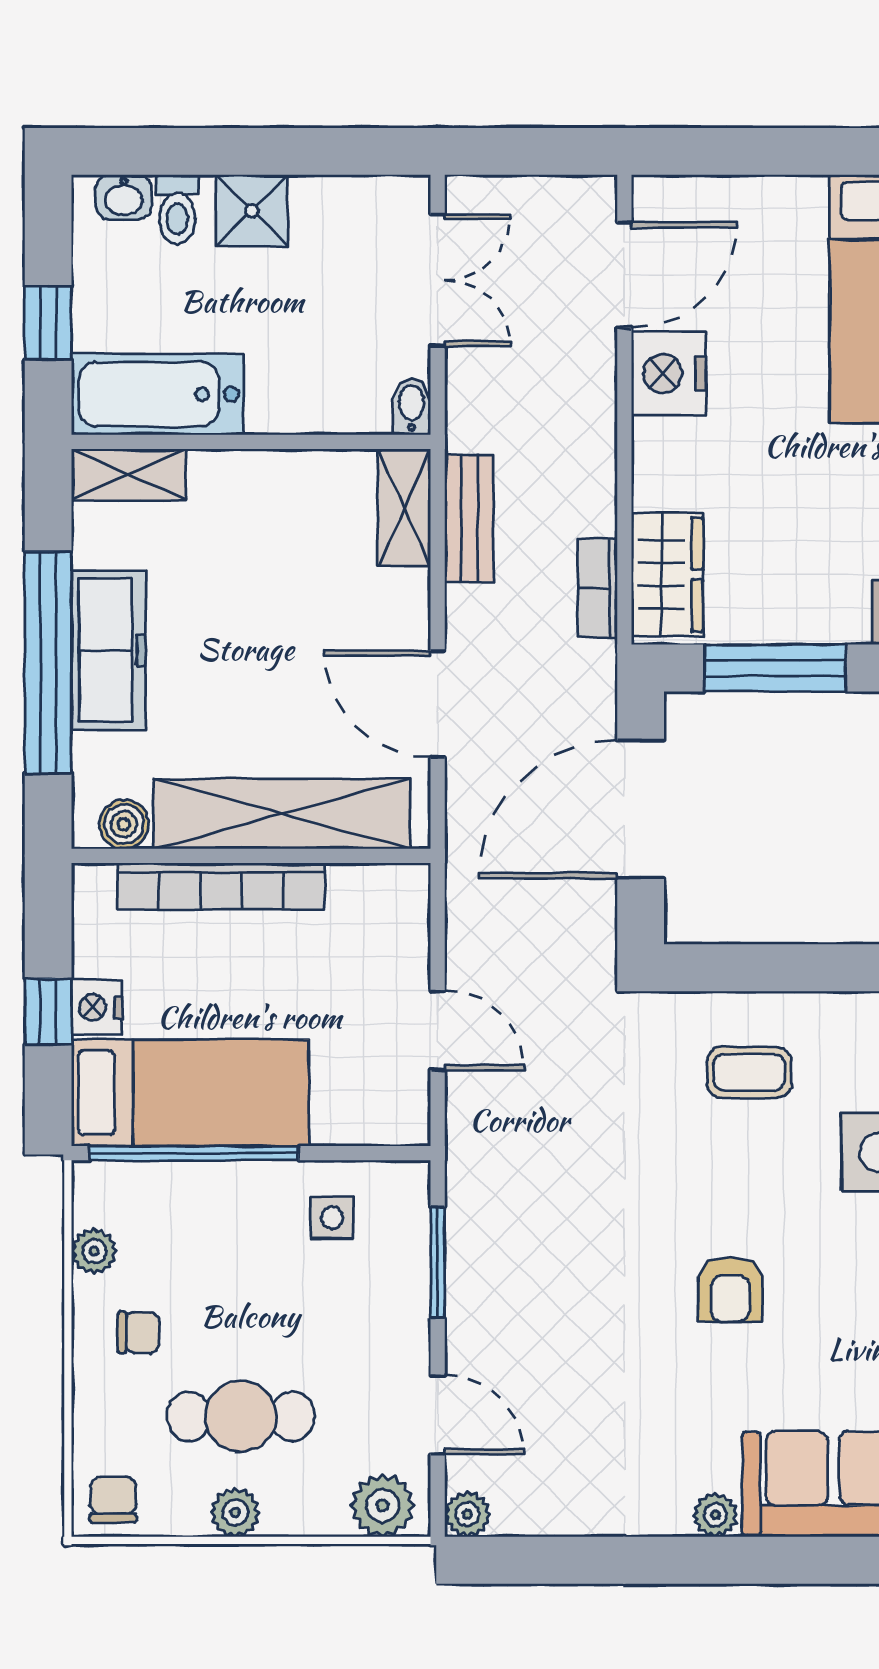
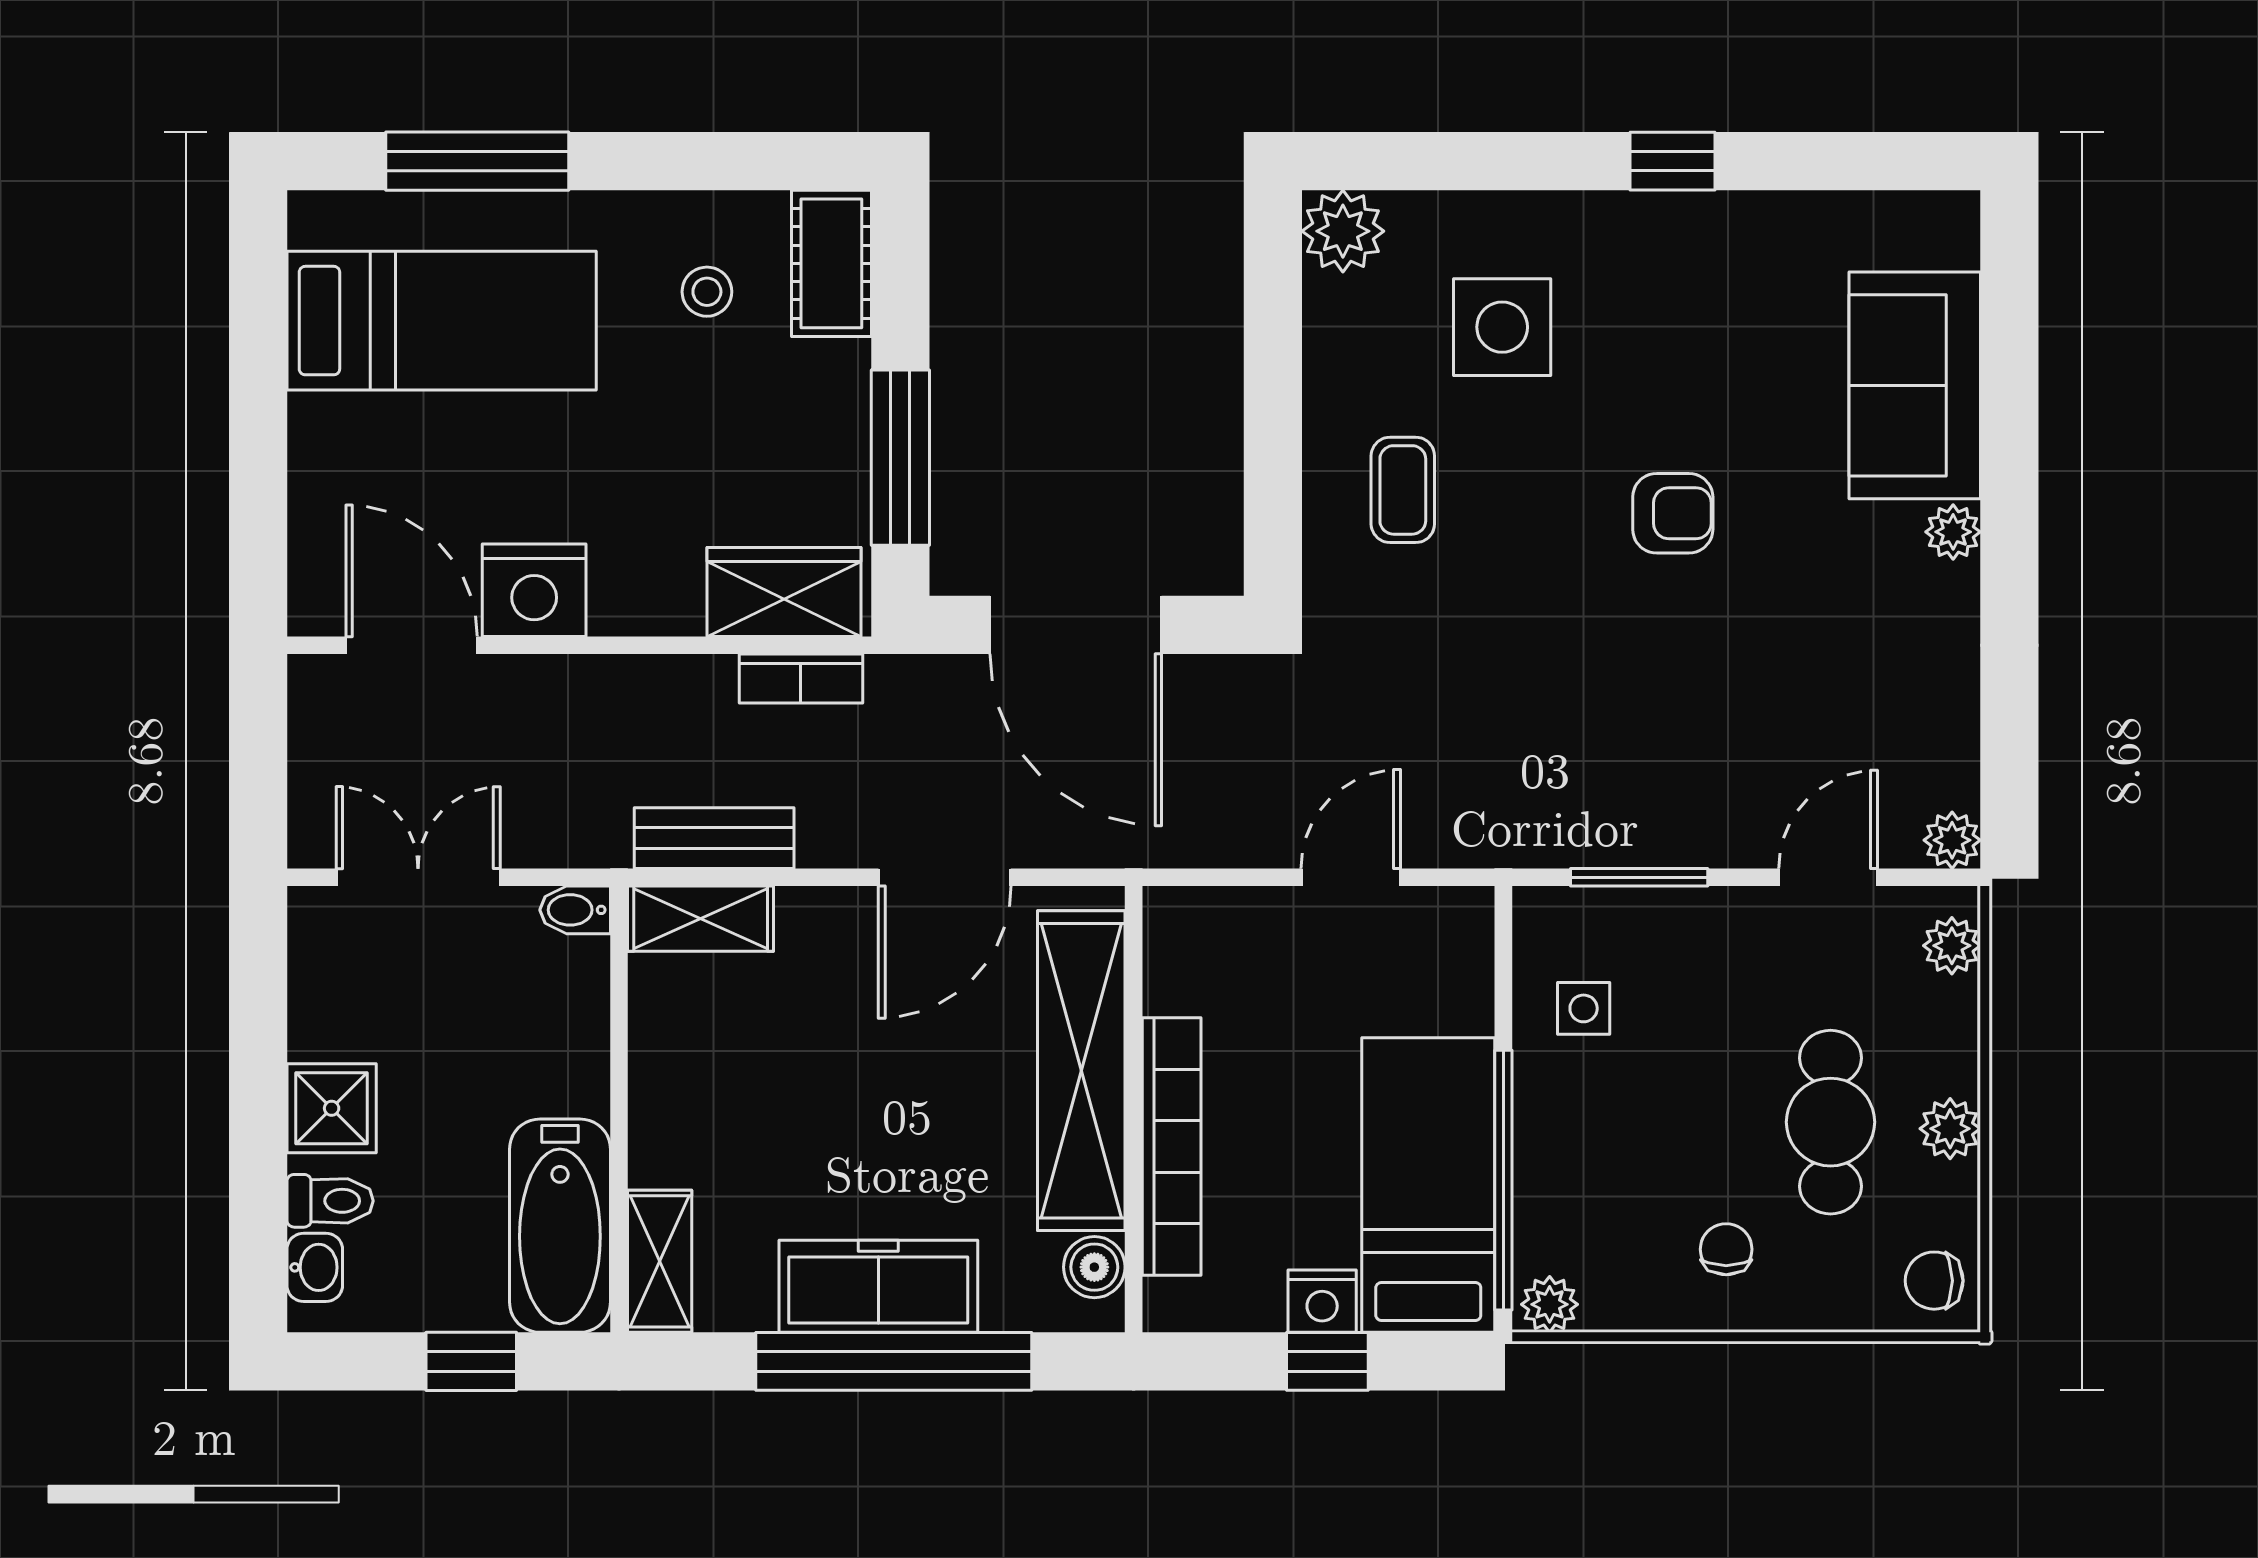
plant: (94, 1251) -> (1550, 1304), moved
plant: (383, 1505) -> (1952, 946), width x0.73, depth x0.73

